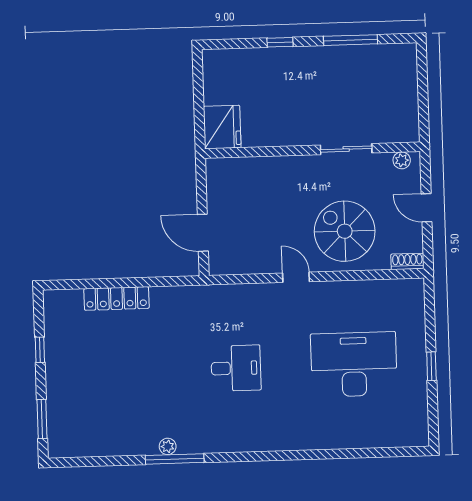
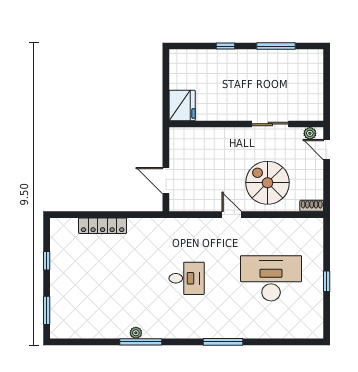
door: (427, 208) -> (327, 150), moved
window: (290, 455) -> (223, 342), added

